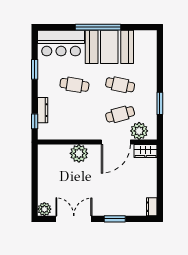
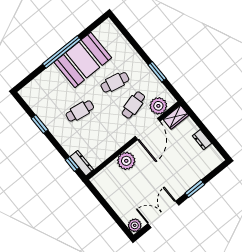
bar counter: (61, 43) -> (43, 87), removed
dresser: (43, 110) -> (82, 163), moved
dresser: (152, 207) -> (202, 140), moved

